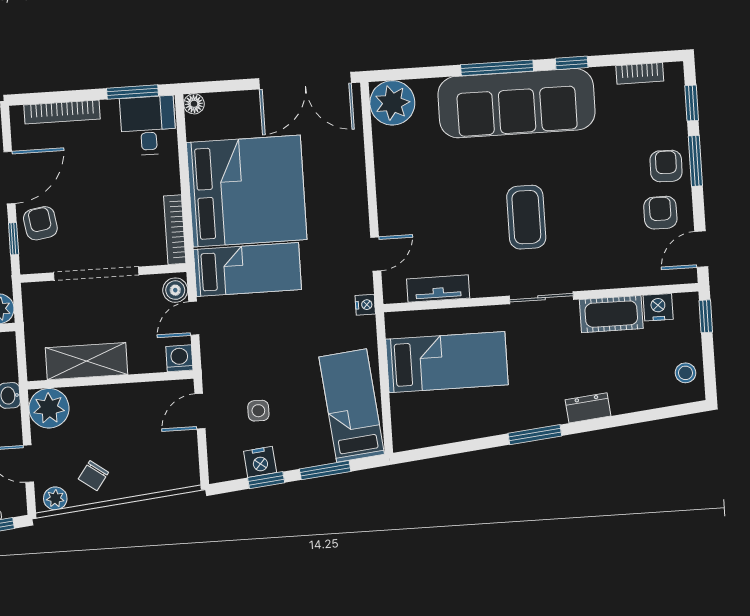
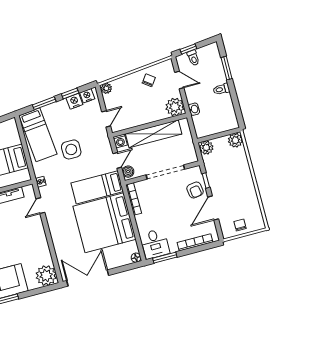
shelving: (86, 361) -> (154, 134), width x1.47
side table: (258, 411) -> (71, 149), moved, width x1.87, depth x1.87
nightstand: (231, 468) -> (87, 96), added
plant: (55, 498) -> (106, 88), moved

